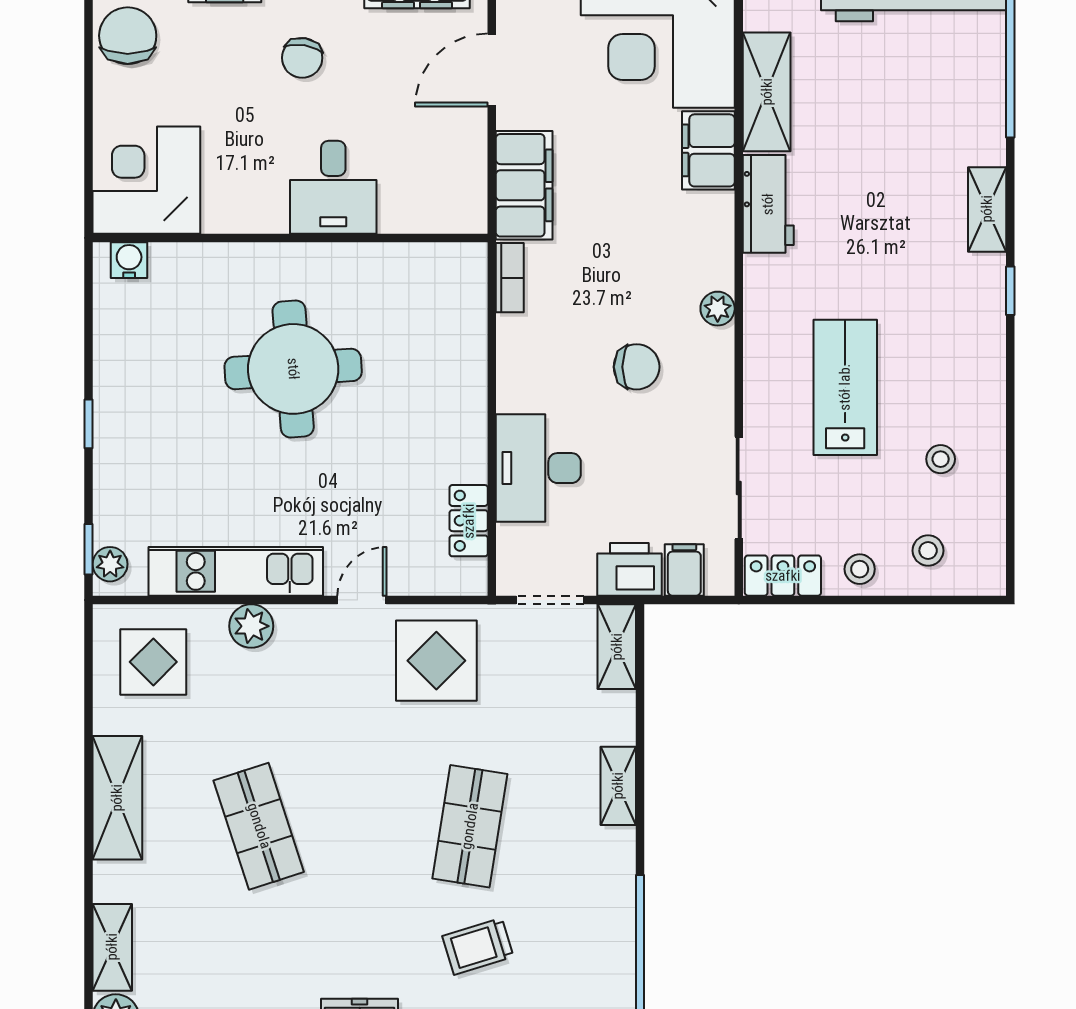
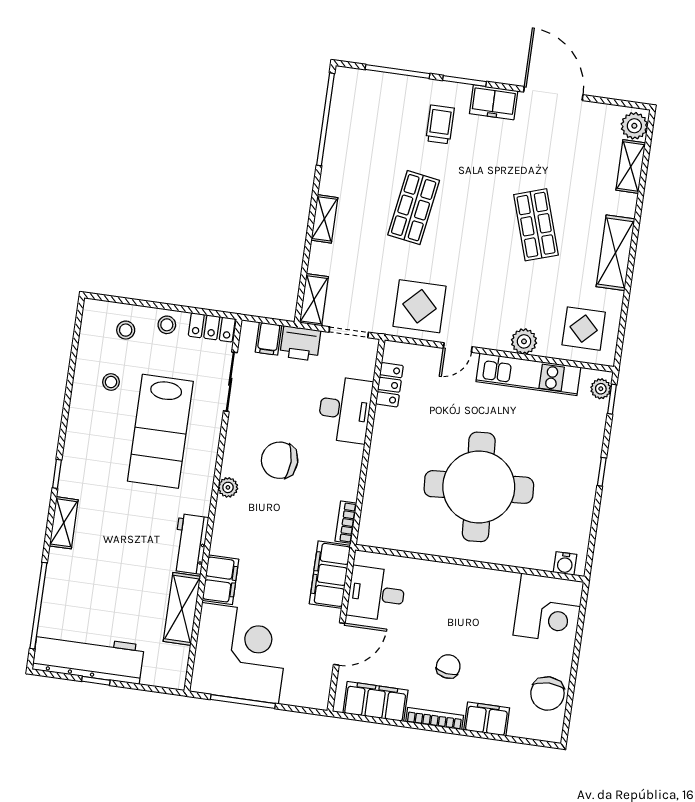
desk: (333, 187) -> (376, 594), moved, turned -90
chair: (637, 367) -> (280, 460), width x1.37, depth x1.37
round table: (293, 369) -> (479, 487), width x1.36, depth x1.36
lab bench: (845, 387) -> (160, 431), width x1.36, depth x1.39
trolley: (478, 946) -> (440, 124), moved, turned -73

